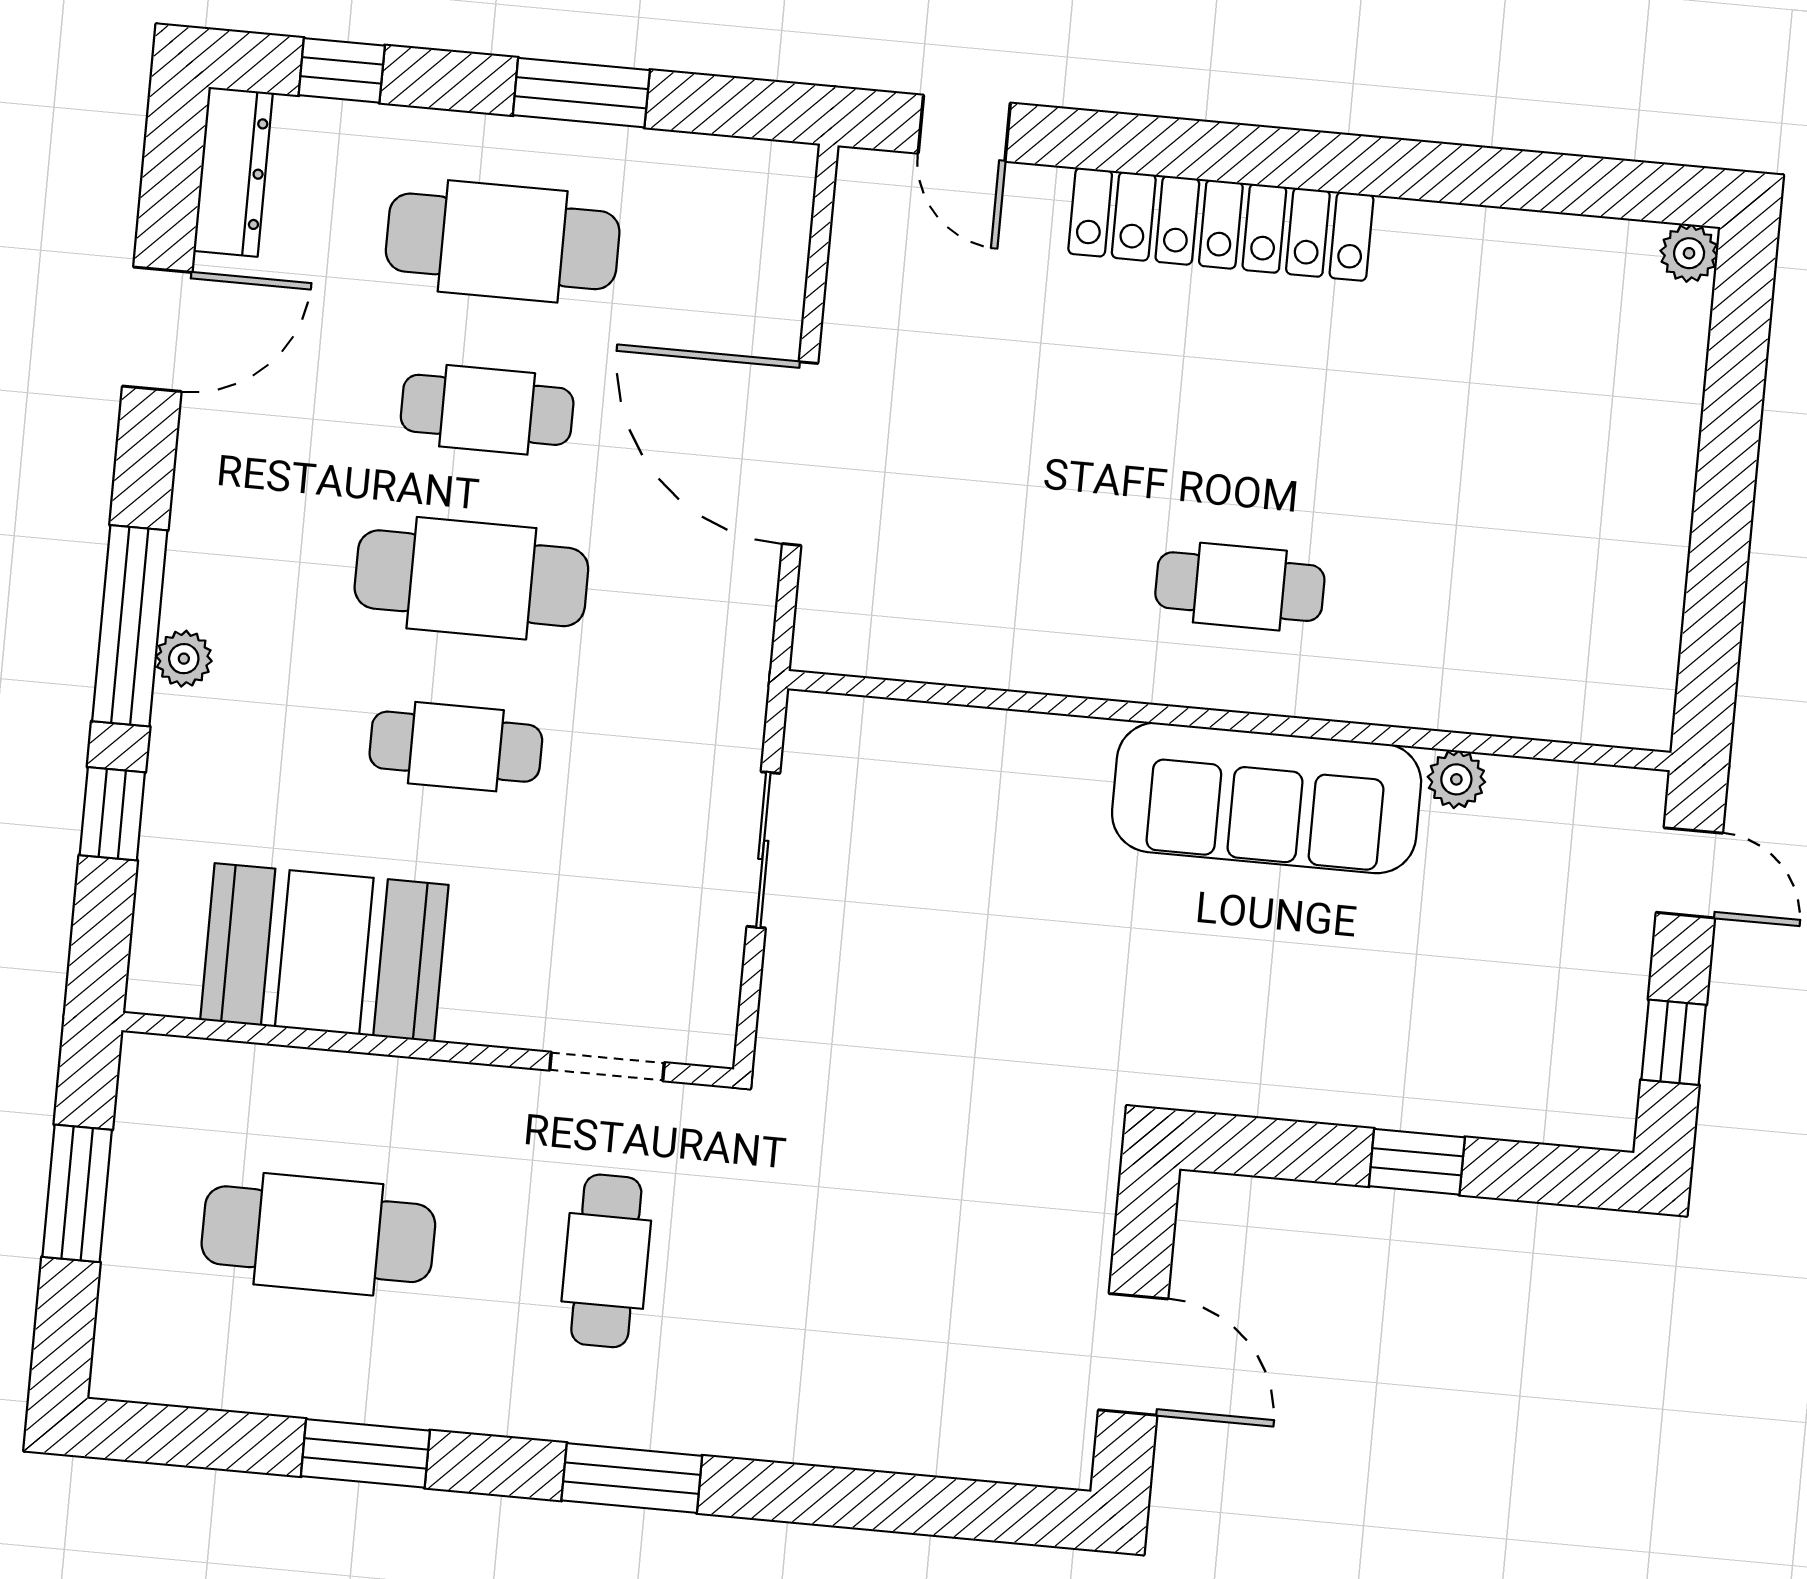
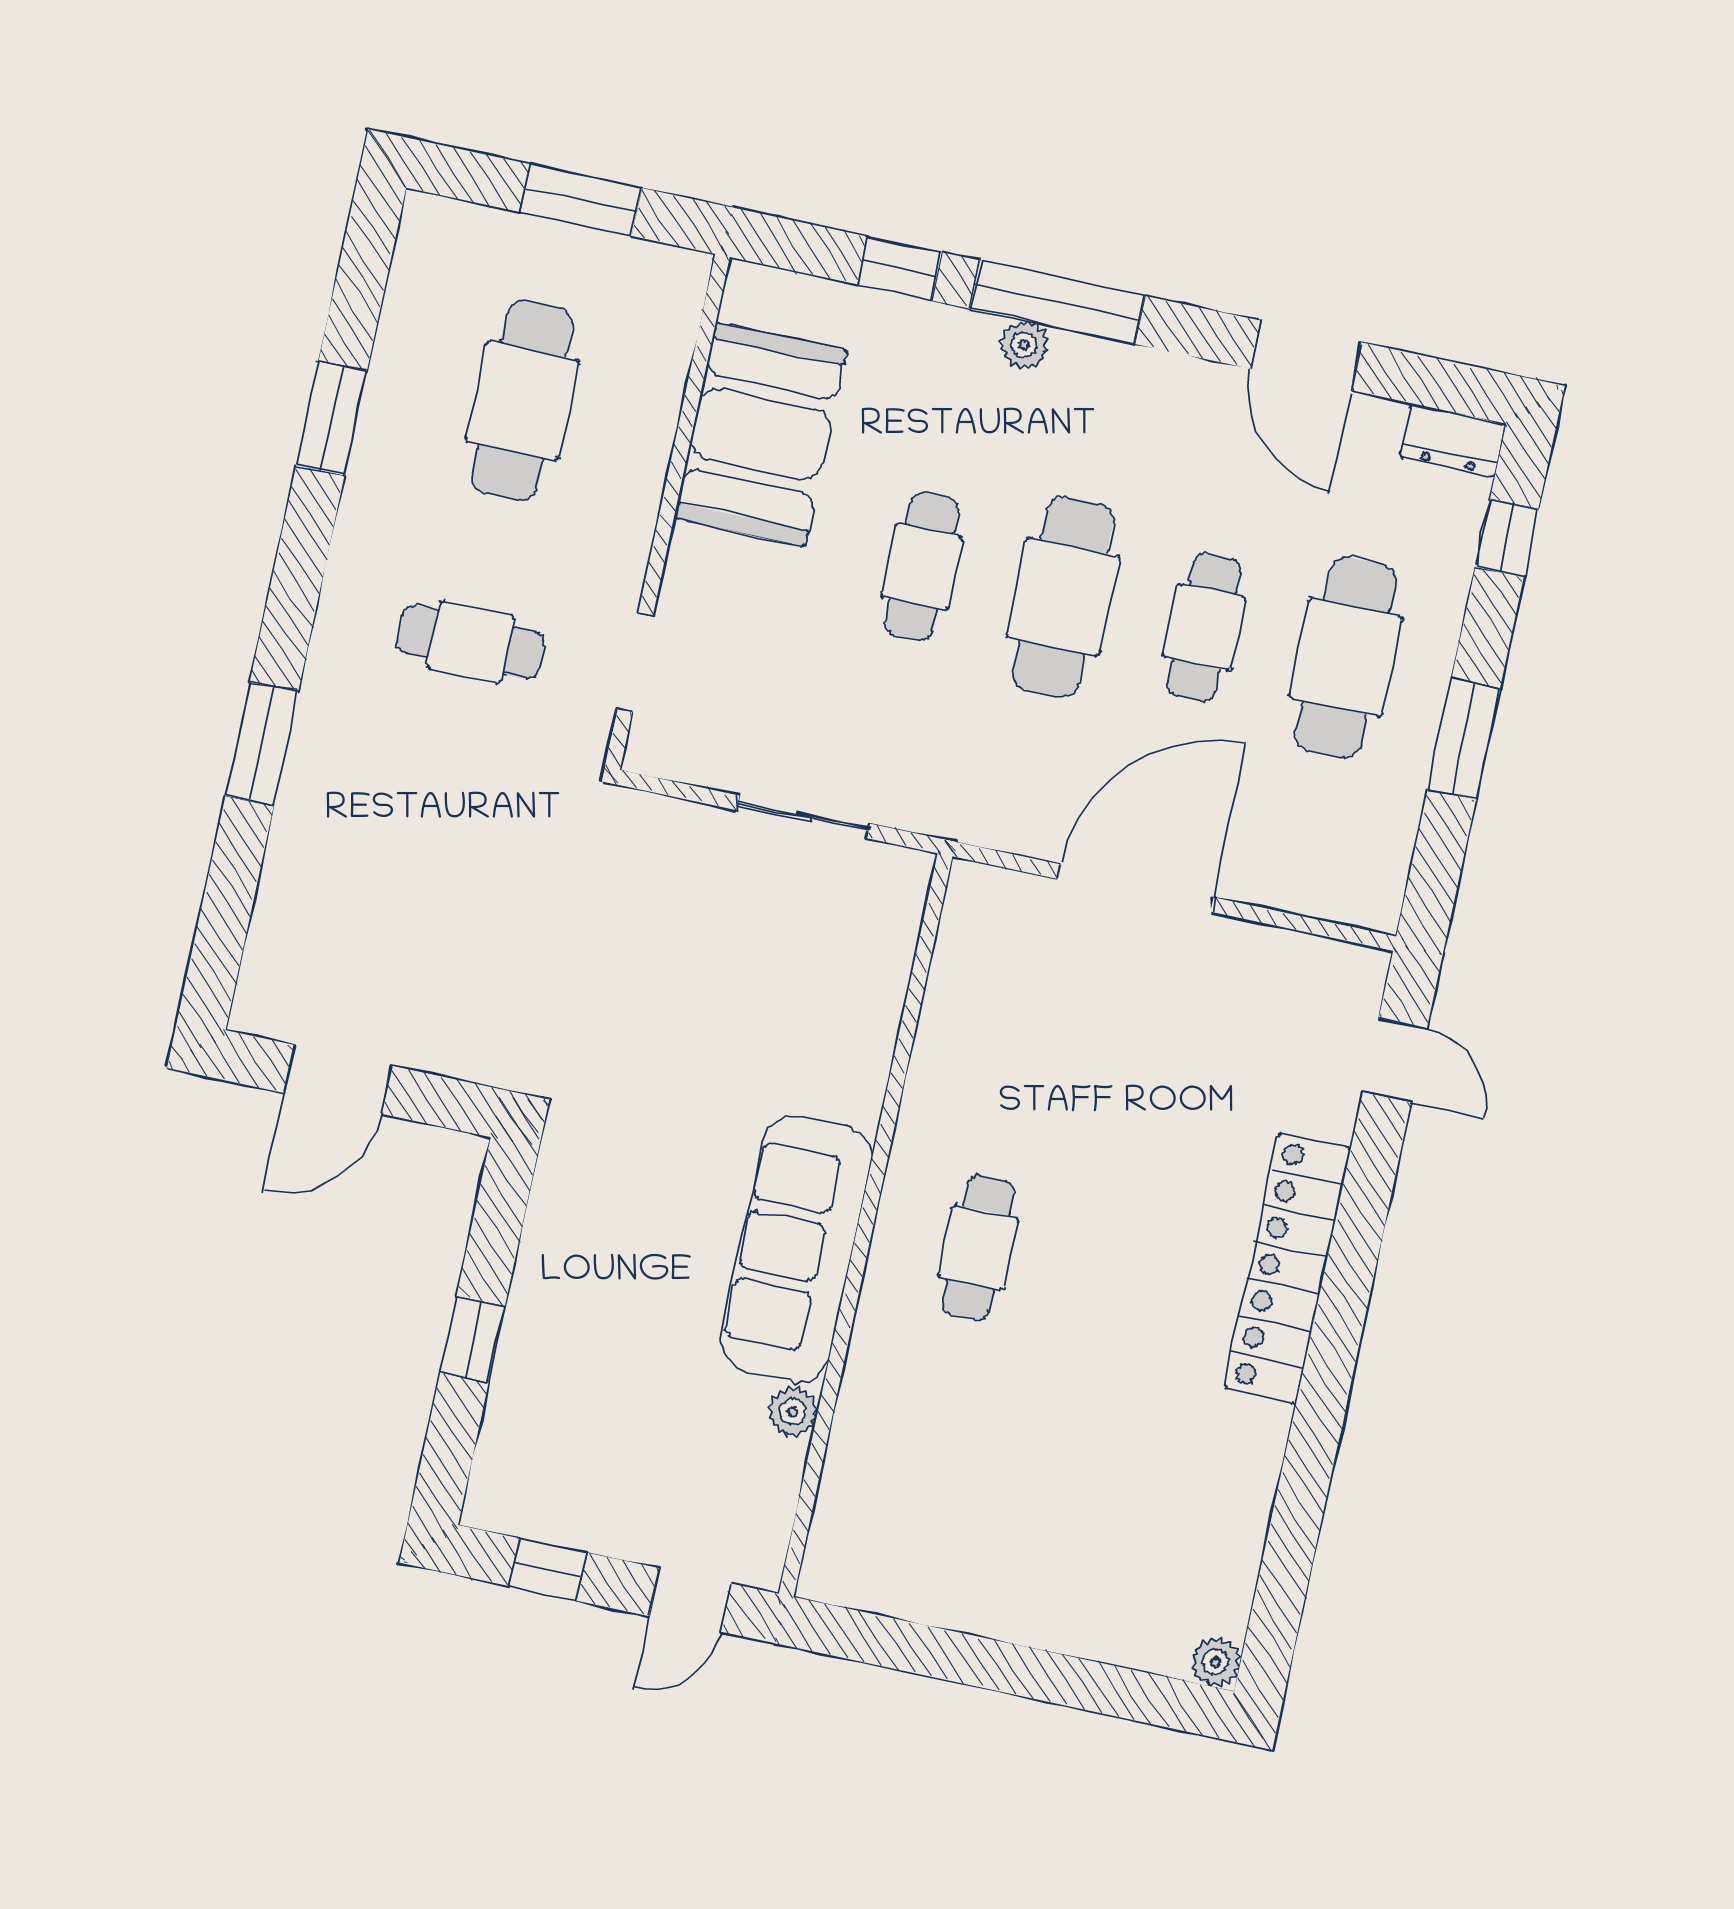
door: (964, 128) -> (1395, 1060), swing flipped
dresser: (233, 172) -> (1453, 440), width x0.70
window: (632, 1478) -> (262, 744), moved

